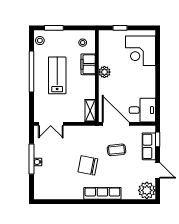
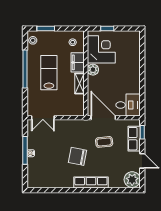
corner desk: (140, 51) -> (101, 49), moved, turned 180
shelving: (90, 111) -> (80, 83), moved

